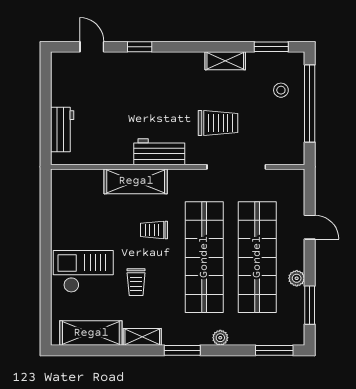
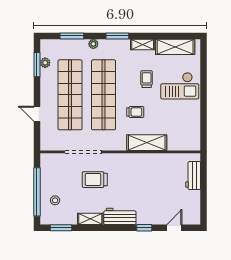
door: (92, 47) -> (174, 228), swing flipped
workbench: (159, 152) -> (120, 216), moved, turned 180
plant: (297, 278) -> (45, 63), moved
window: (274, 350) -> (72, 36), moved

